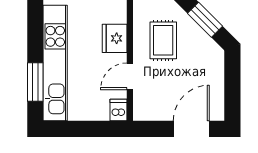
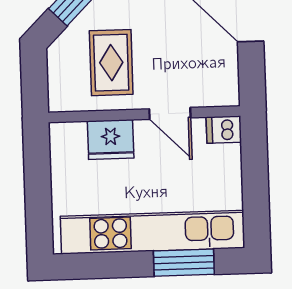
rug: (163, 40) -> (111, 63), turned 90

